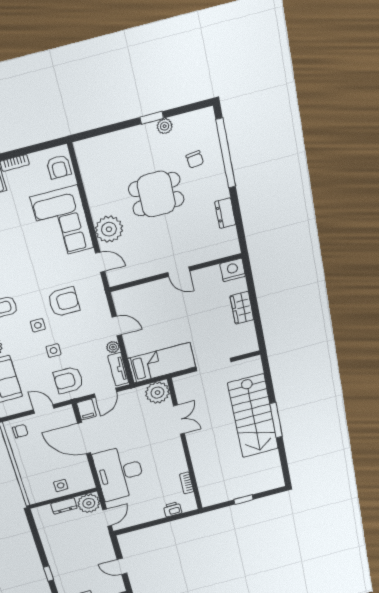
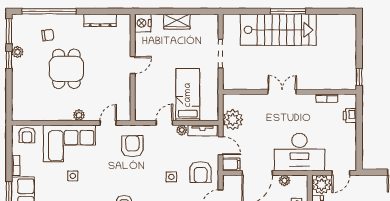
window: (189, 108) -> (9, 31), added
armchair: (59, 167) -> (27, 135), turned 90
dresser: (225, 213) -> (100, 20), width x1.44
plant: (109, 229) -> (79, 115), width x0.53, depth x0.53
armchair: (64, 302) -> (132, 146), moved
side table: (38, 325) -> (73, 176), moved
bed: (162, 363) -> (188, 95), moved
plant: (157, 393) -> (233, 120), moved
double door: (179, 420) -> (282, 92), moved
plant: (83, 467) -> (285, 180), added
window: (244, 500) -> (359, 77), moved
door: (107, 518) -> (341, 173), swing flipped

